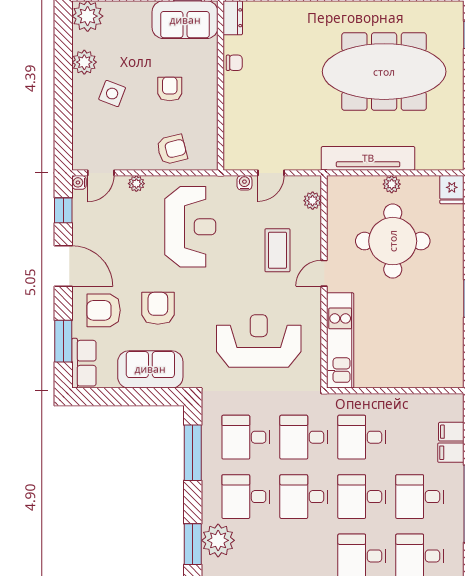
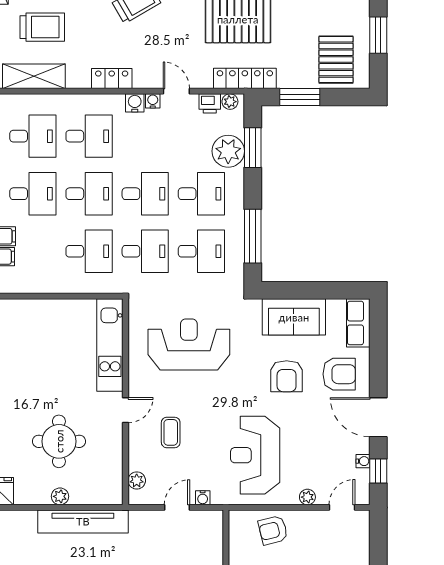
water cooler: (79, 182) -> (363, 461), moved
round table: (393, 241) -> (59, 441), width x0.73, depth x0.73
coffee table: (277, 250) -> (171, 432), width x0.73, depth x0.77
window: (63, 341) -> (378, 344), removed
reception desk: (259, 341) -> (189, 344), turned 180

